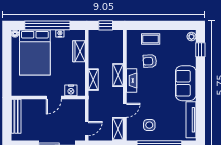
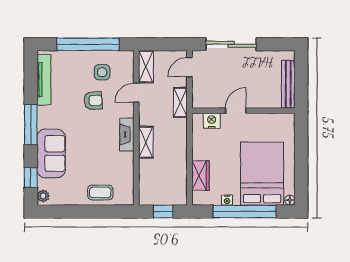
armchair: (150, 61) -> (93, 101), moved
shelving: (93, 80) -> (180, 102), moved
sofa: (186, 83) -> (51, 153), moved
window: (200, 88) -> (31, 125), added

